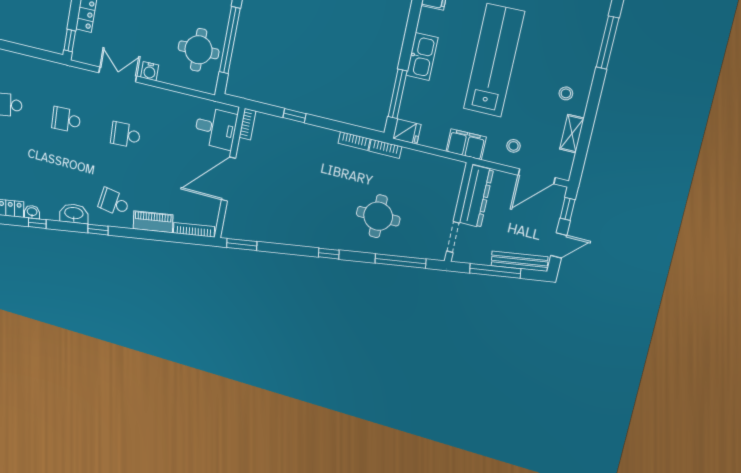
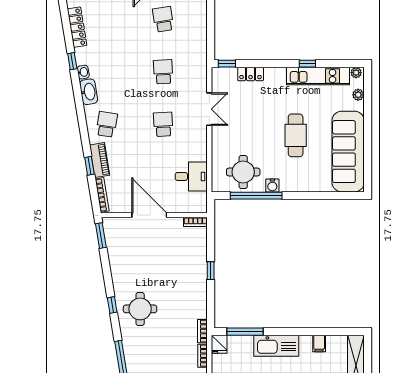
kitchen sink: (422, 56) -> (276, 346), width x1.36, depth x1.24
water cooler: (150, 71) -> (272, 185), moved, turned -90
window: (294, 116) -> (211, 271), moved
desk: (216, 128) -> (191, 176), moved, turned -90
bookcase: (354, 141) -> (202, 356), moved
washbasin: (32, 212) -> (83, 72), moved
round table: (378, 216) -> (140, 309), moved
window: (98, 230) -> (89, 166), moved

